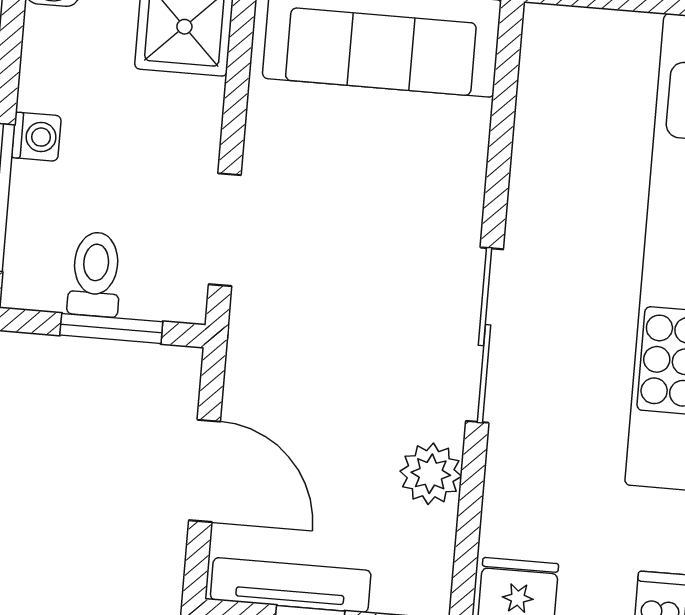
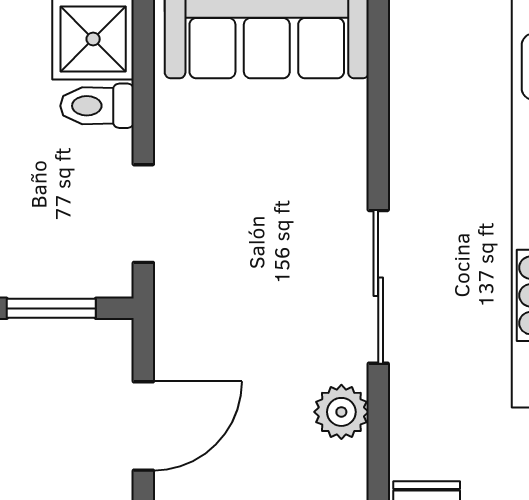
toilet: (95, 274) -> (97, 106), moved, turned -90
door: (205, 471) -> (143, 426), hinge flipped

